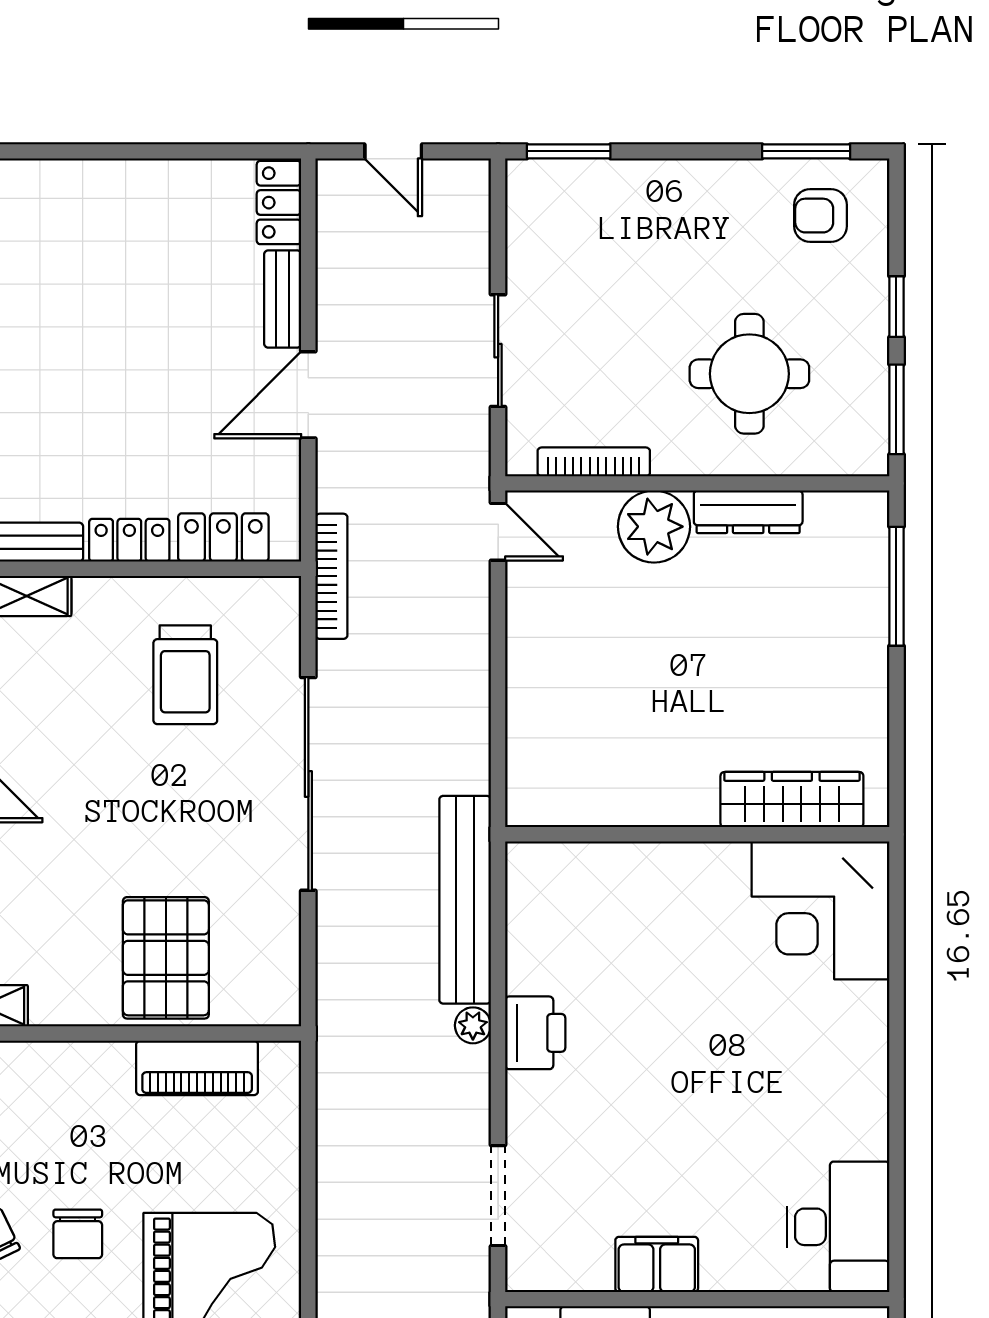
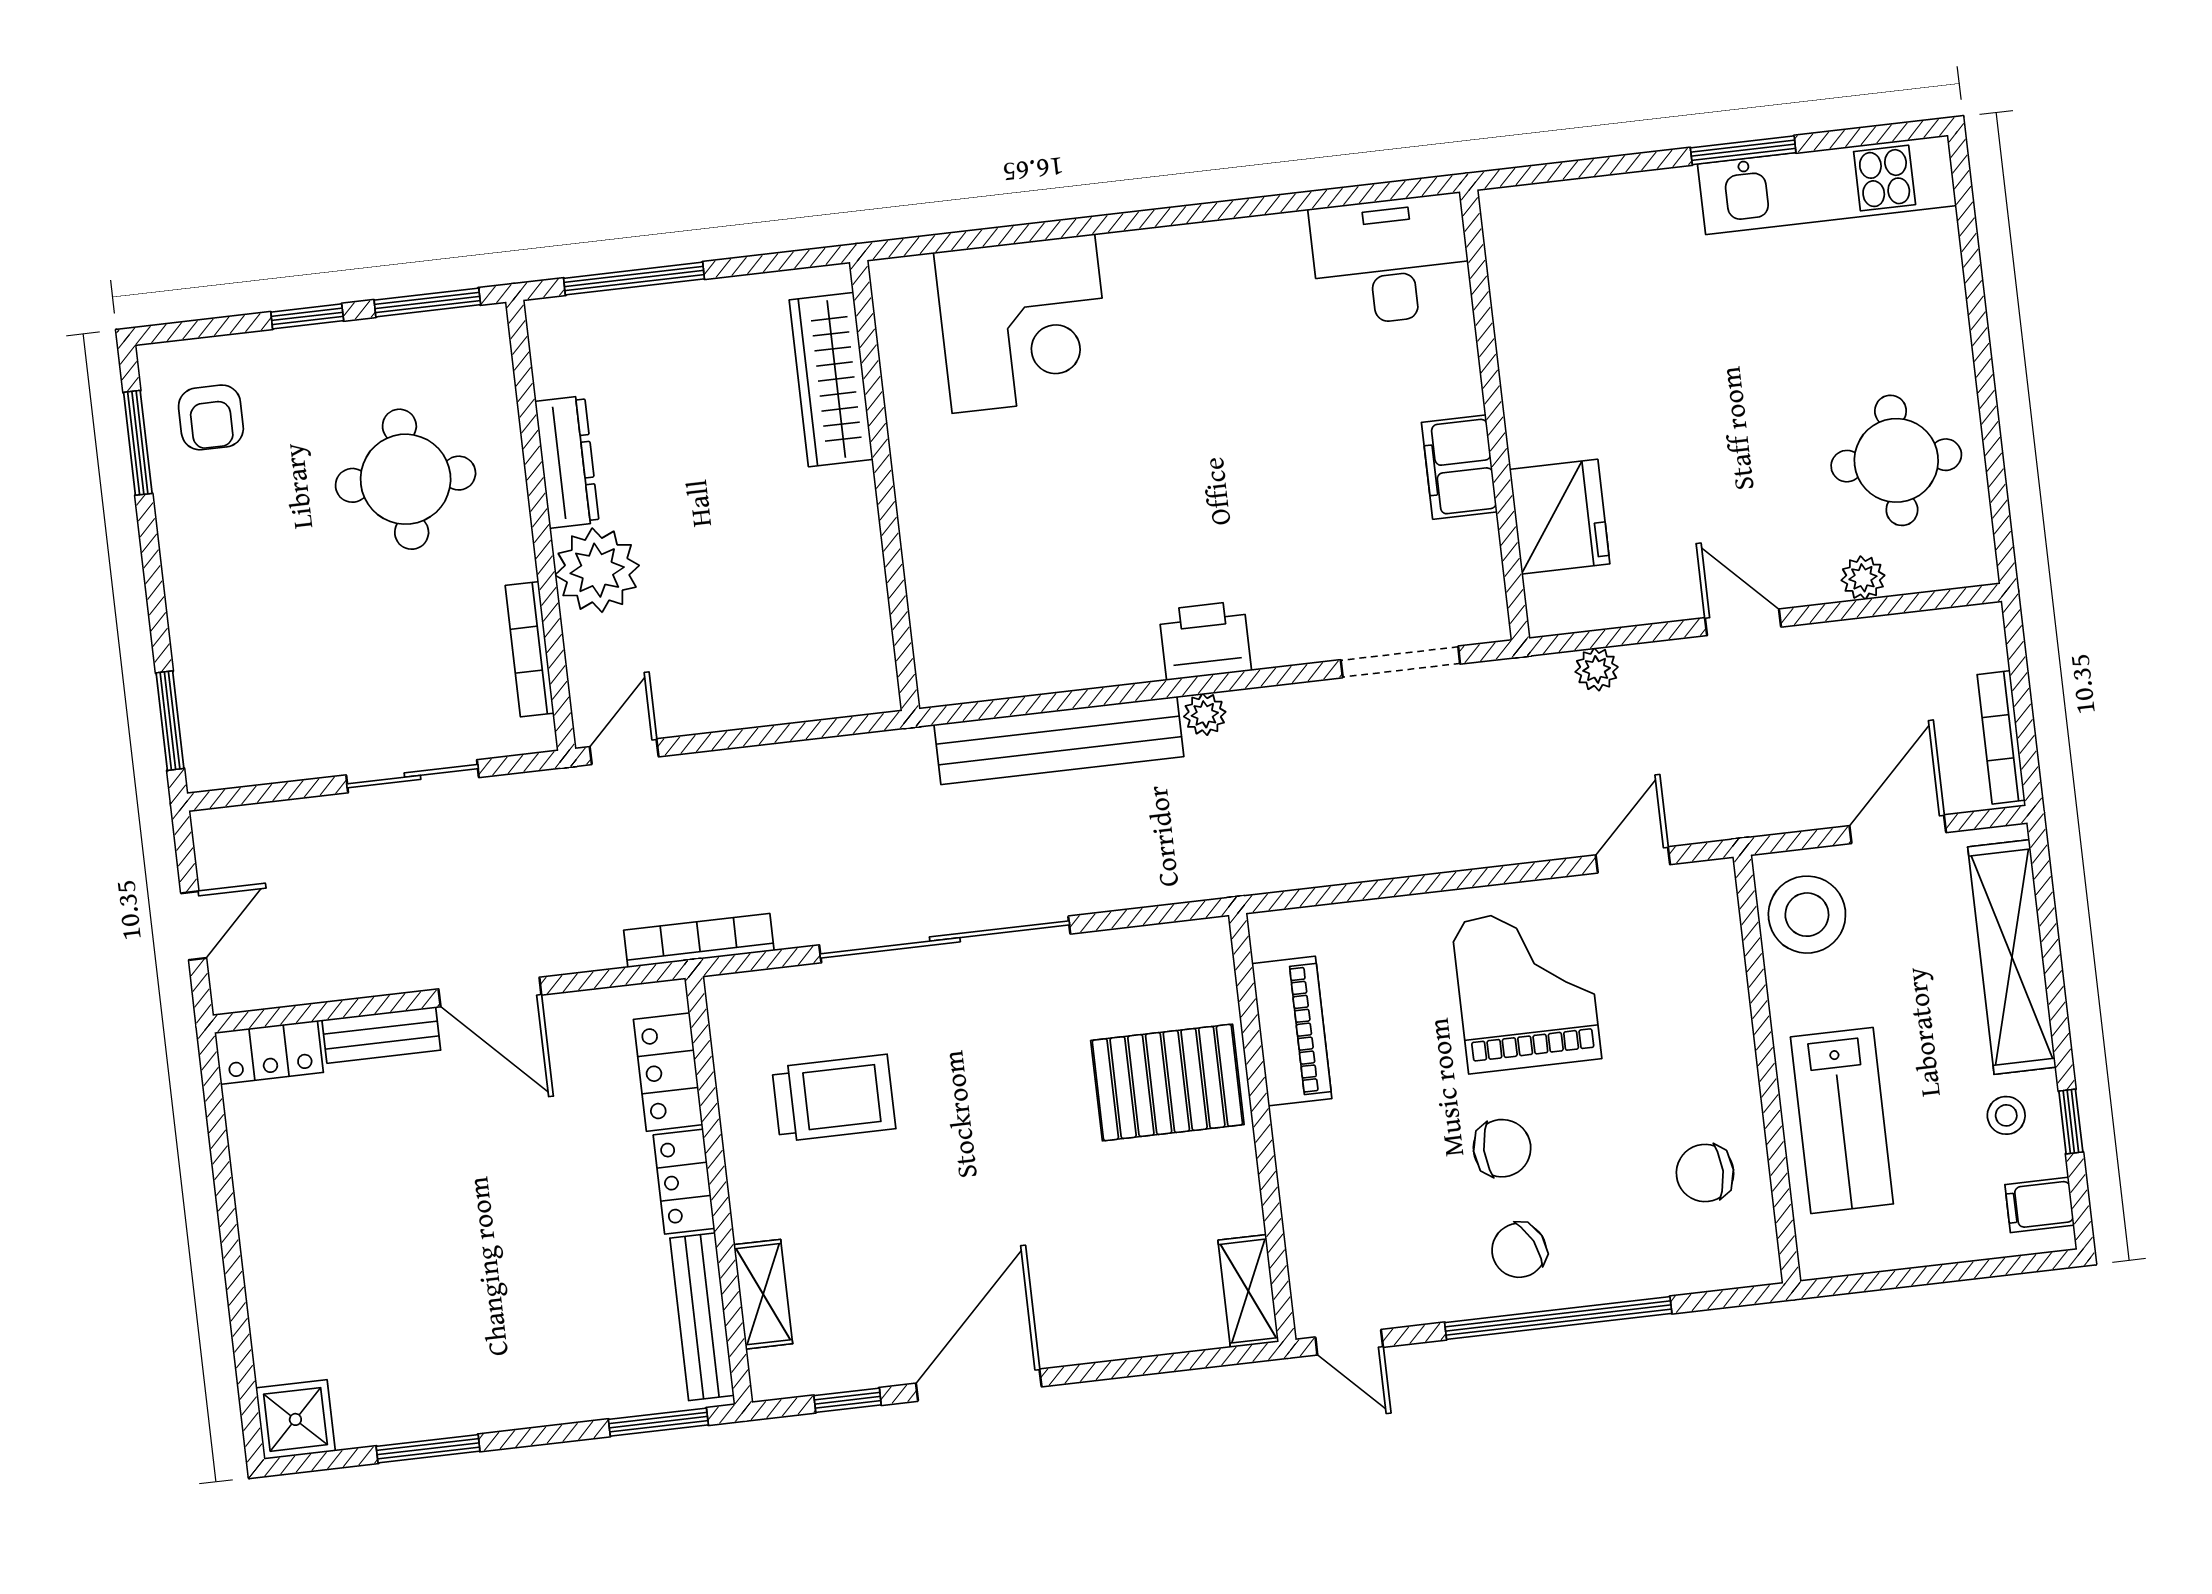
wardrobe: (792, 800) -> (831, 380), moved
wall: (697, 834) -> (885, 486), moved

